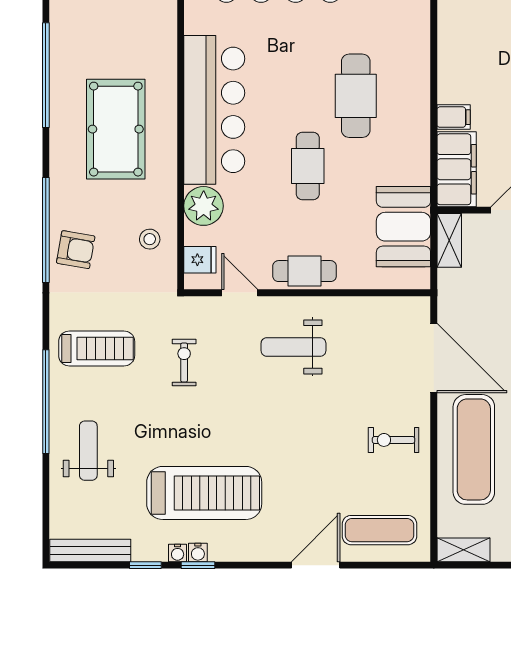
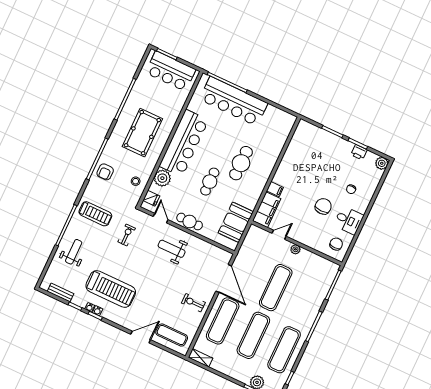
shelving: (449, 240) -> (251, 236), removed
armchair: (76, 250) -> (105, 172), turned 79
bench: (90, 550) -> (61, 293), width x0.73

